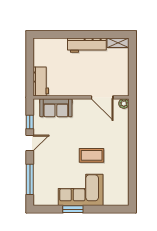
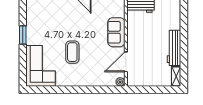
sofa: (56, 108) -> (116, 32), moved
corner sofa: (81, 190) -> (41, 66), moved

